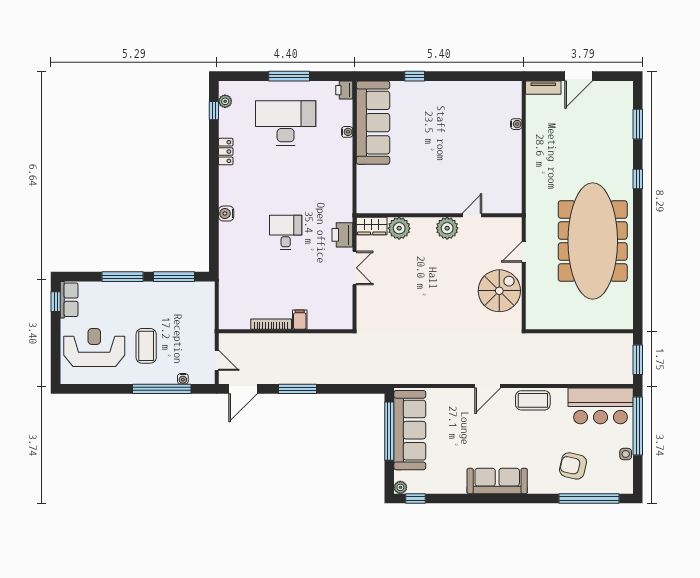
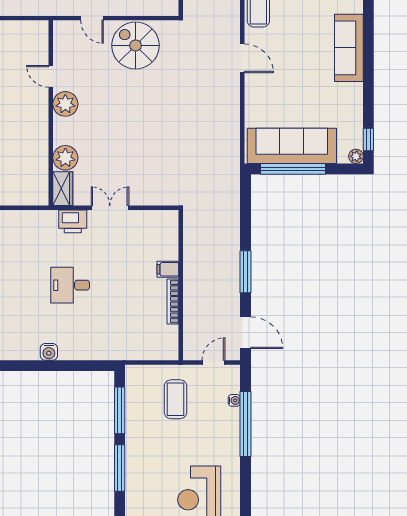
coffee table: (146, 346) -> (176, 399), moved, turned 90

